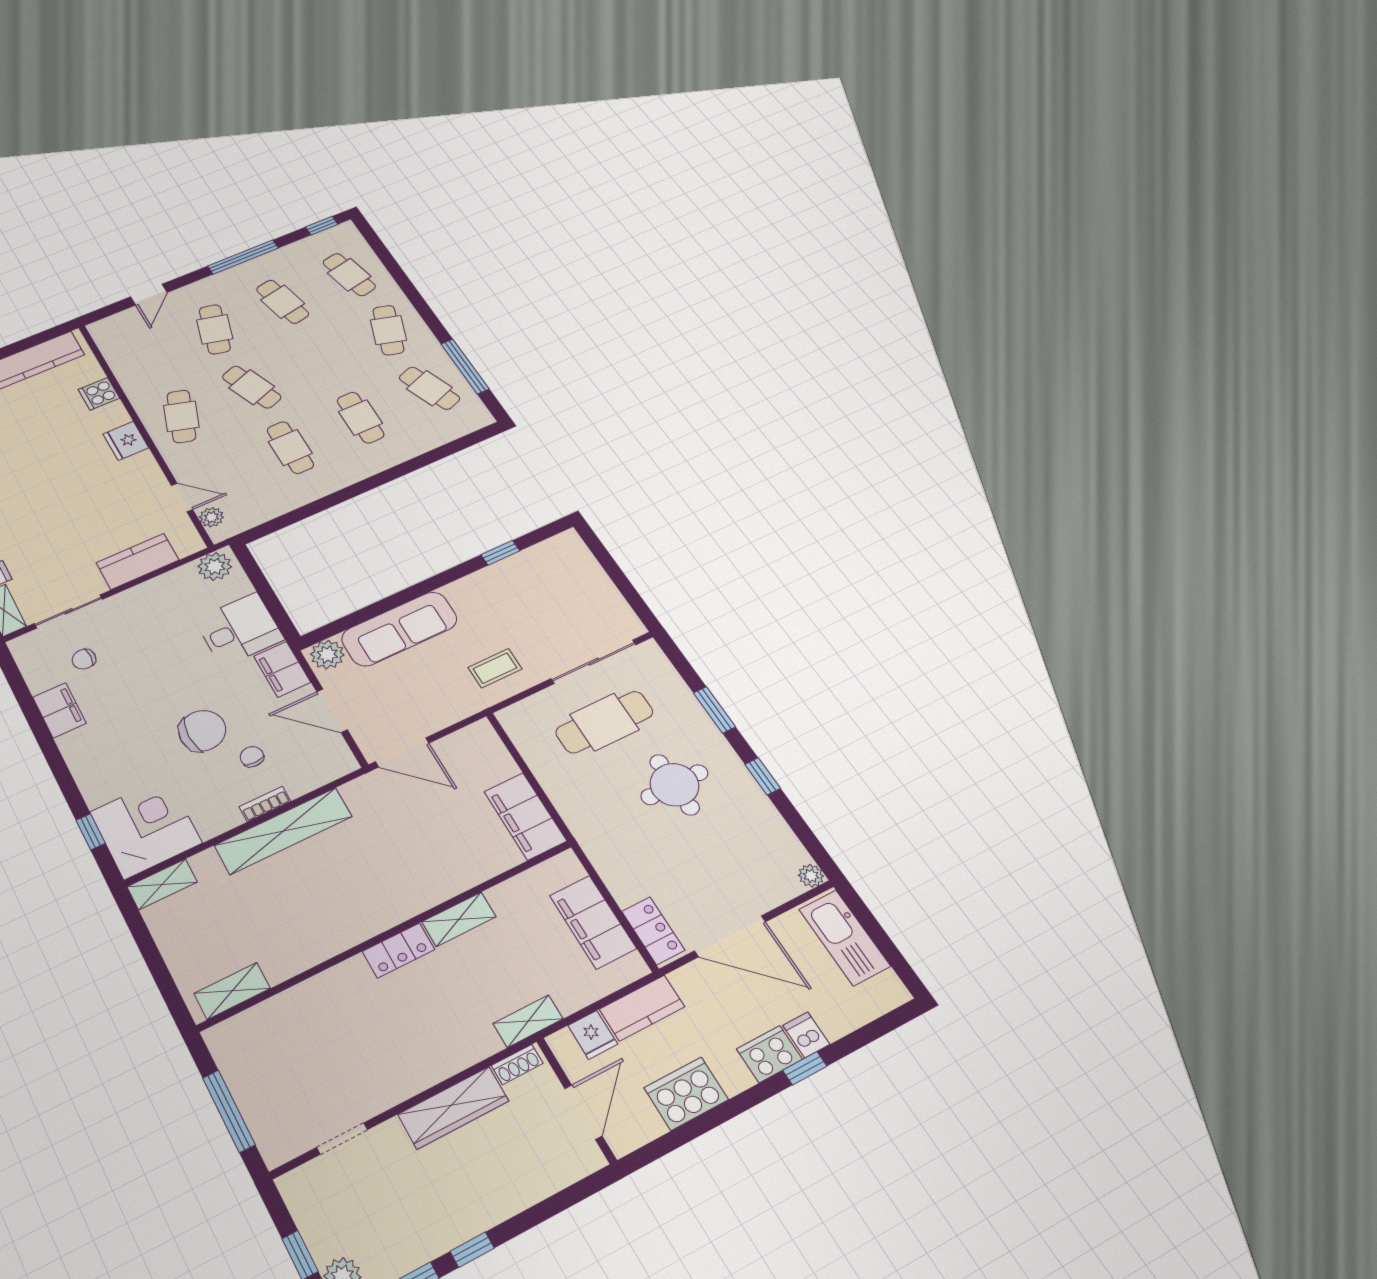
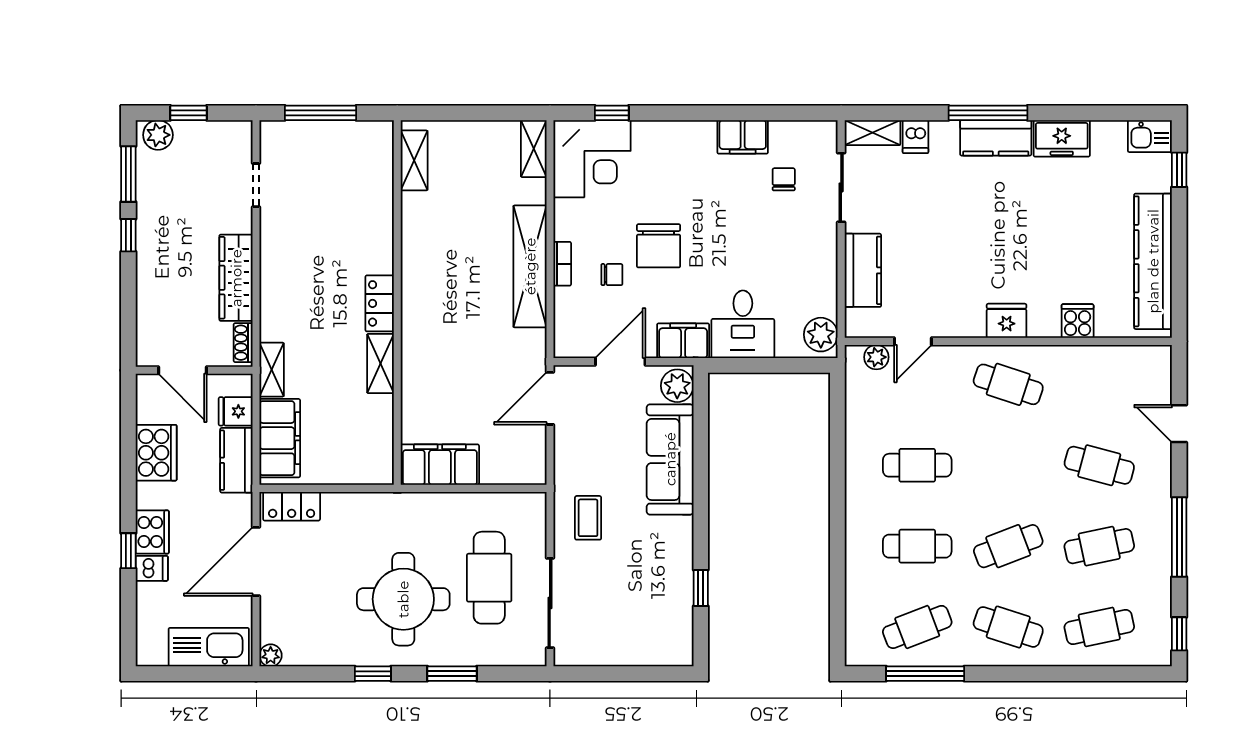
cafe table: (252, 387) -> (1008, 546), moved
round table: (674, 785) -> (403, 599), width x1.36, depth x1.36
filing cabinet: (593, 922) -> (280, 438), moved, turned 90

